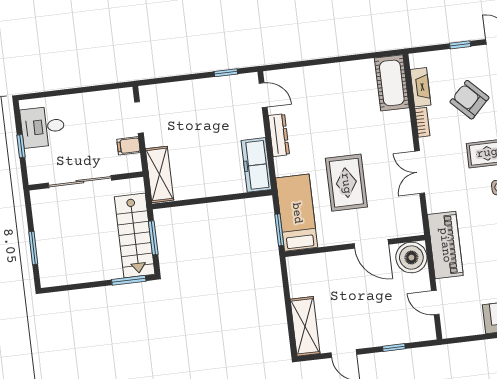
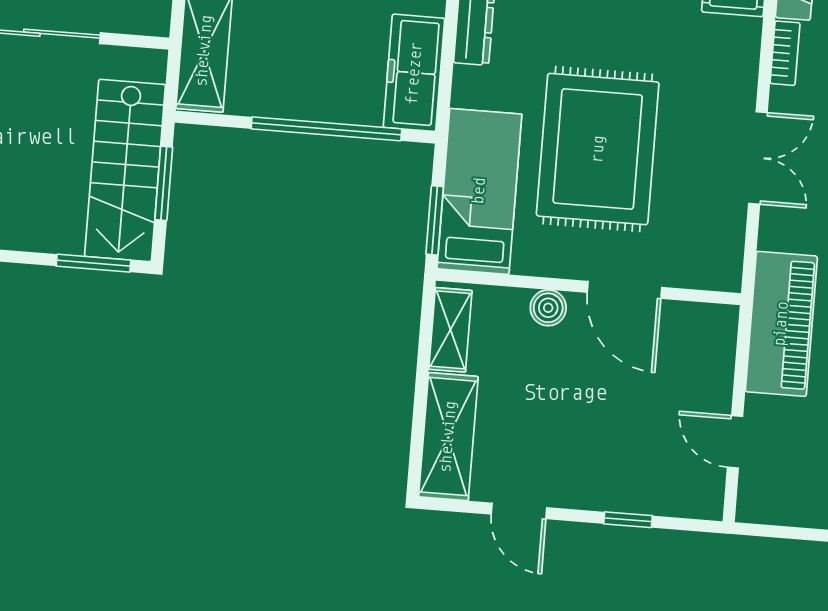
double door: (420, 172) -> (758, 158), swing flipped
rug: (346, 183) -> (598, 149), width x1.37, depth x1.44
window: (222, 198) -> (326, 129), added
boiler: (411, 257) -> (548, 308), moved, width x0.54, depth x0.54
shelving: (296, 278) -> (450, 330), added

